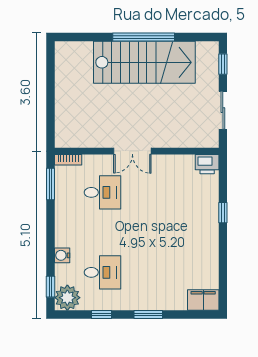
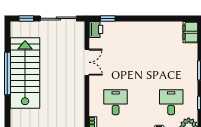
sliding door: (223, 110) -> (58, 18), width x1.37
double door: (132, 151) -> (87, 62), moved
window: (223, 213) -> (108, 18), moved

